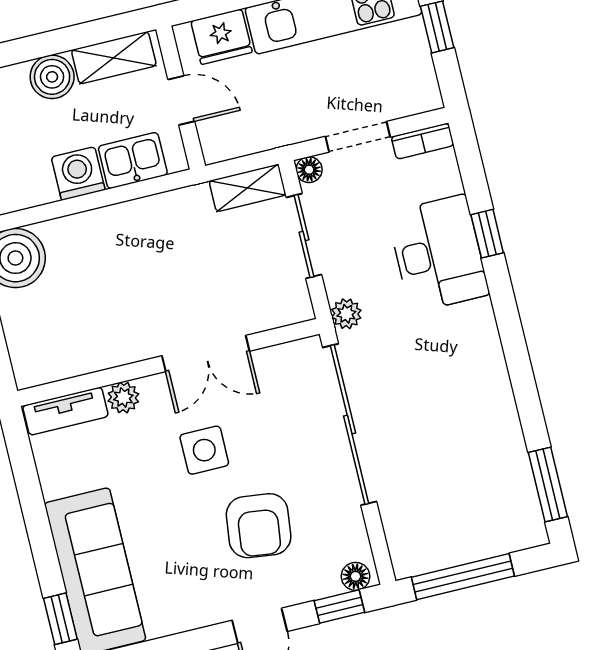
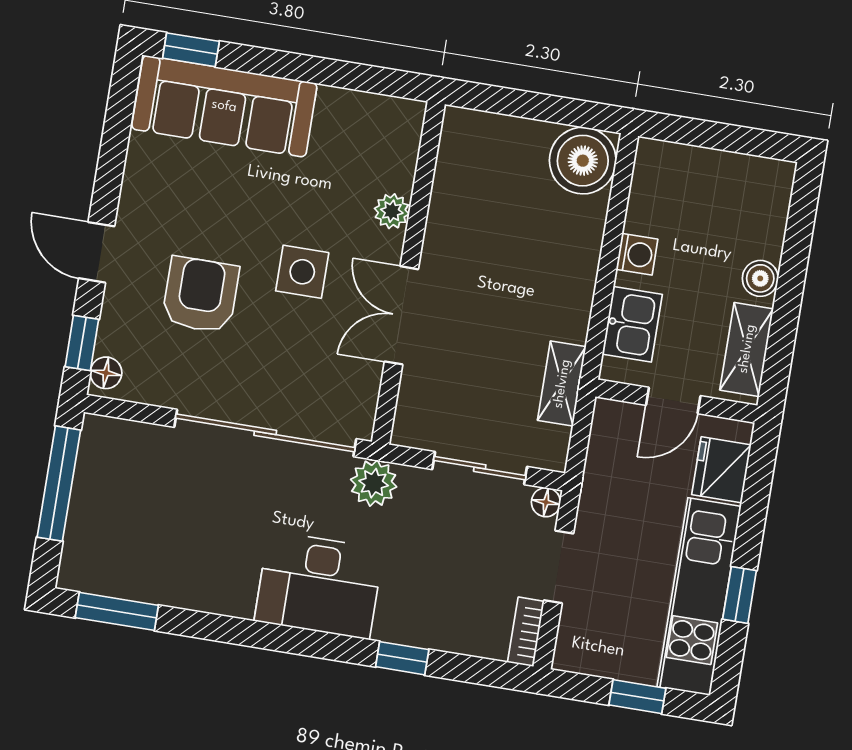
boiler: (52, 77) -> (760, 278), width x0.73, depth x0.73
washing machine: (78, 174) -> (637, 254), width x0.73, depth x0.73
shelving: (248, 188) -> (562, 384), moved
desk: (438, 254) -> (319, 585), moved
plant: (346, 314) -> (374, 483), width x1.38, depth x1.38
tv unit: (65, 411) -> (403, 145), removed
armchair: (259, 526) -> (201, 295), turned 83

